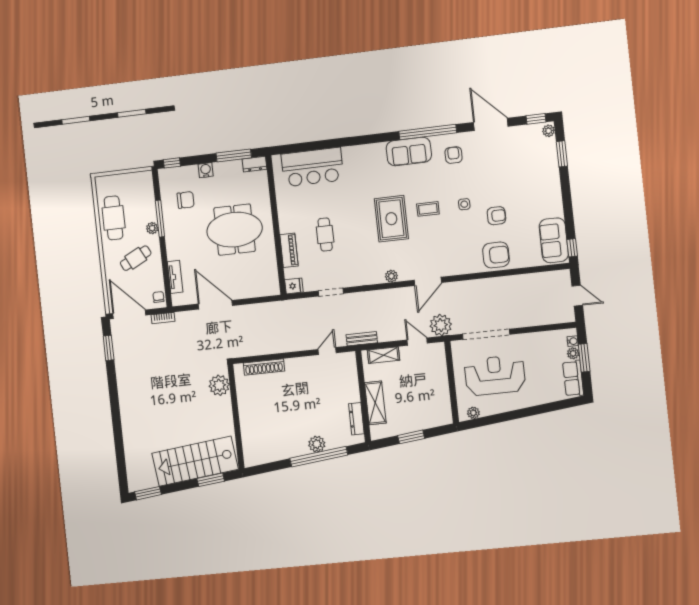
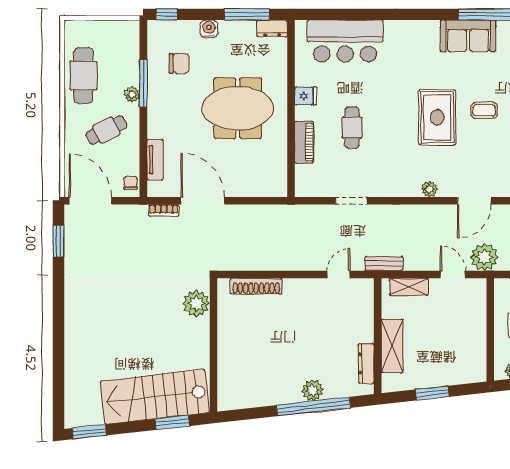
fridge: (294, 286) -> (306, 96), moved
bookcase: (163, 318) -> (164, 210), moved

